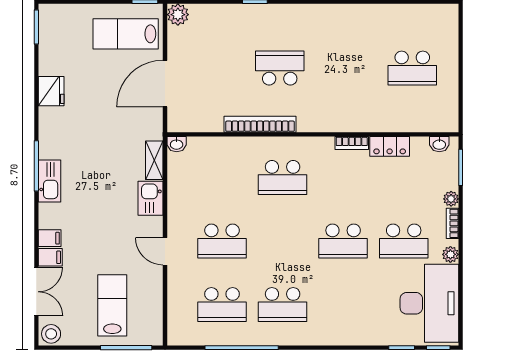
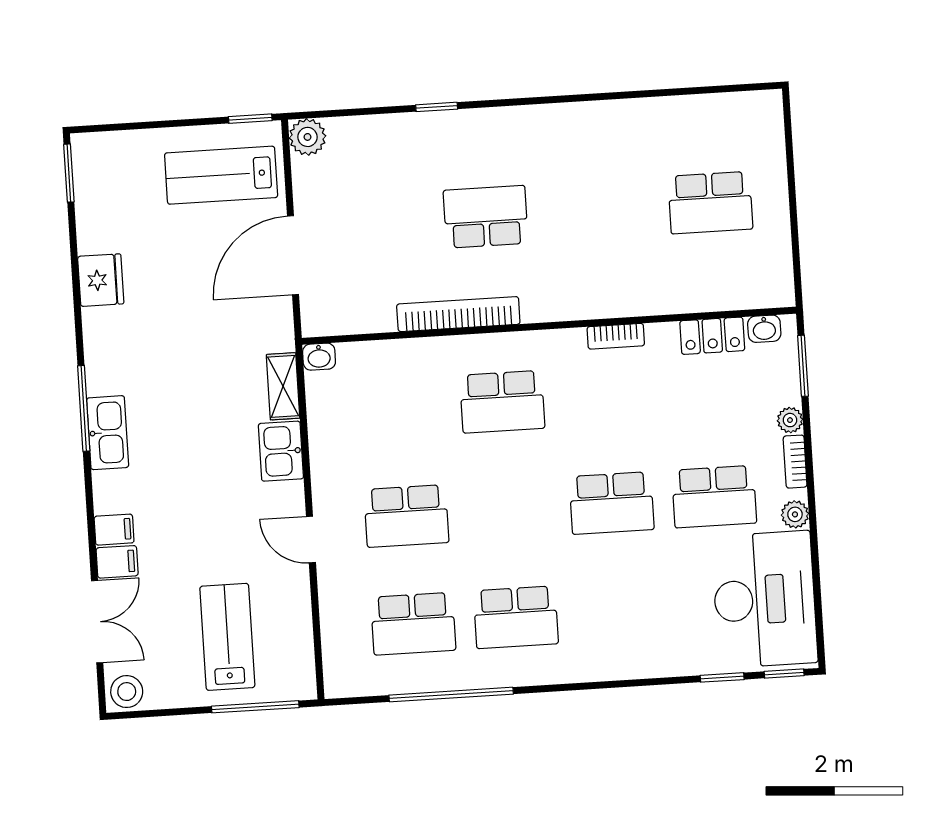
locker: (390, 146) -> (712, 336), moved

